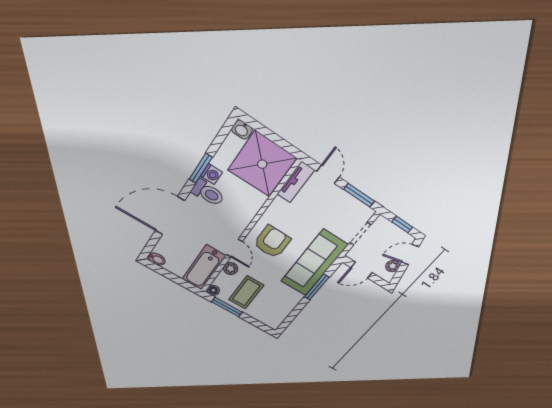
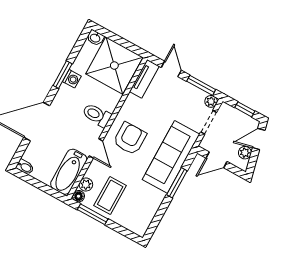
toilet: (208, 193) -> (97, 115), moved, turned 180
plant: (367, 213) -> (211, 101), added
plant: (231, 269) -> (86, 185), moved

